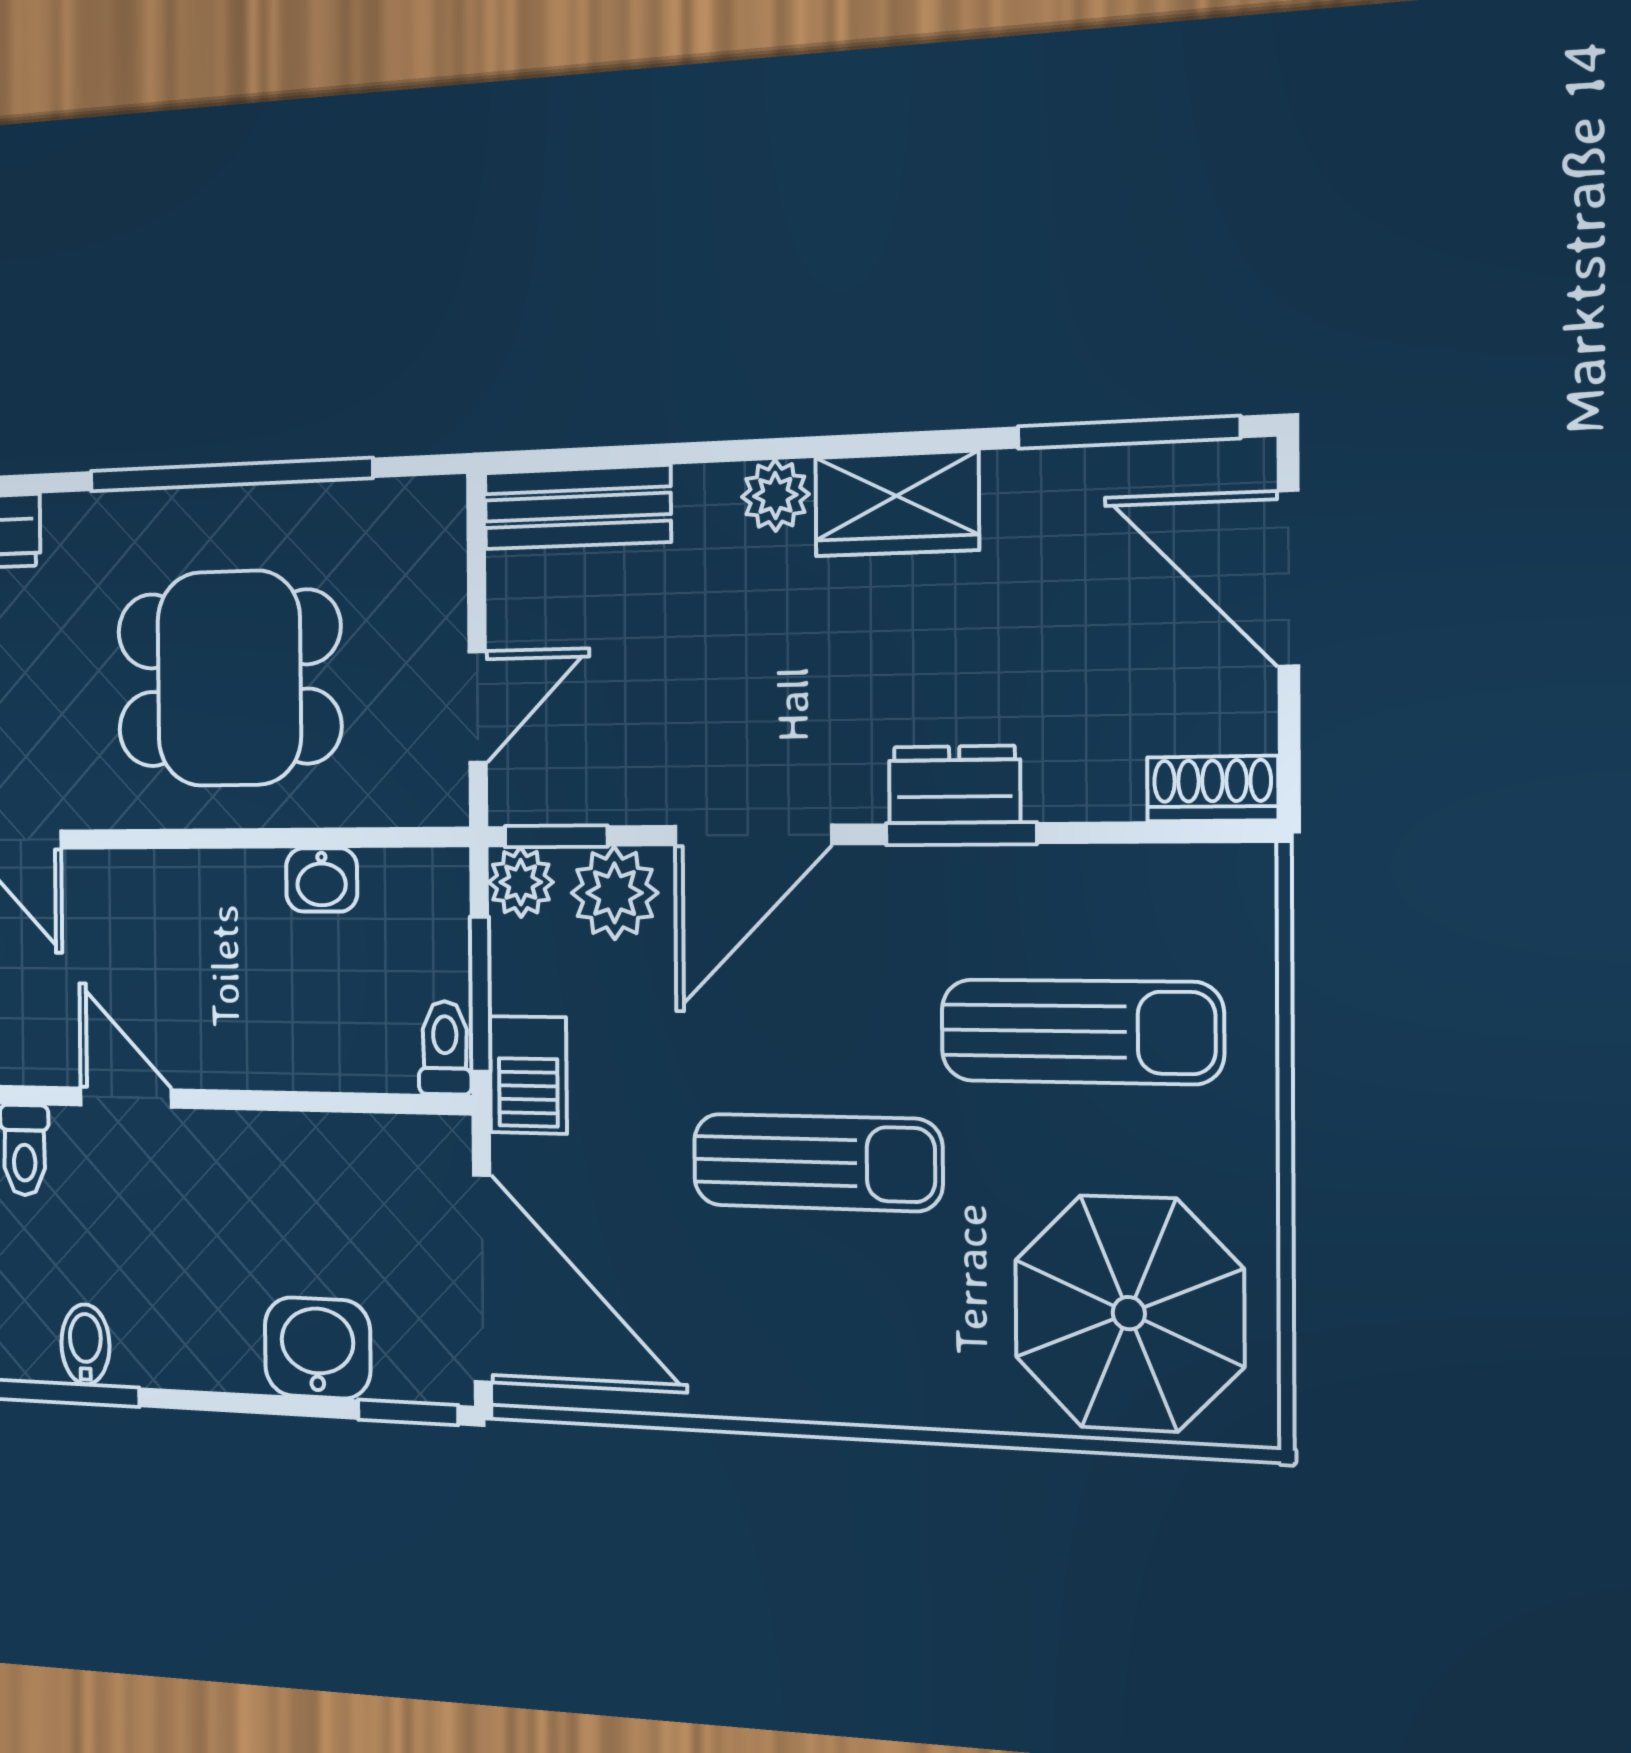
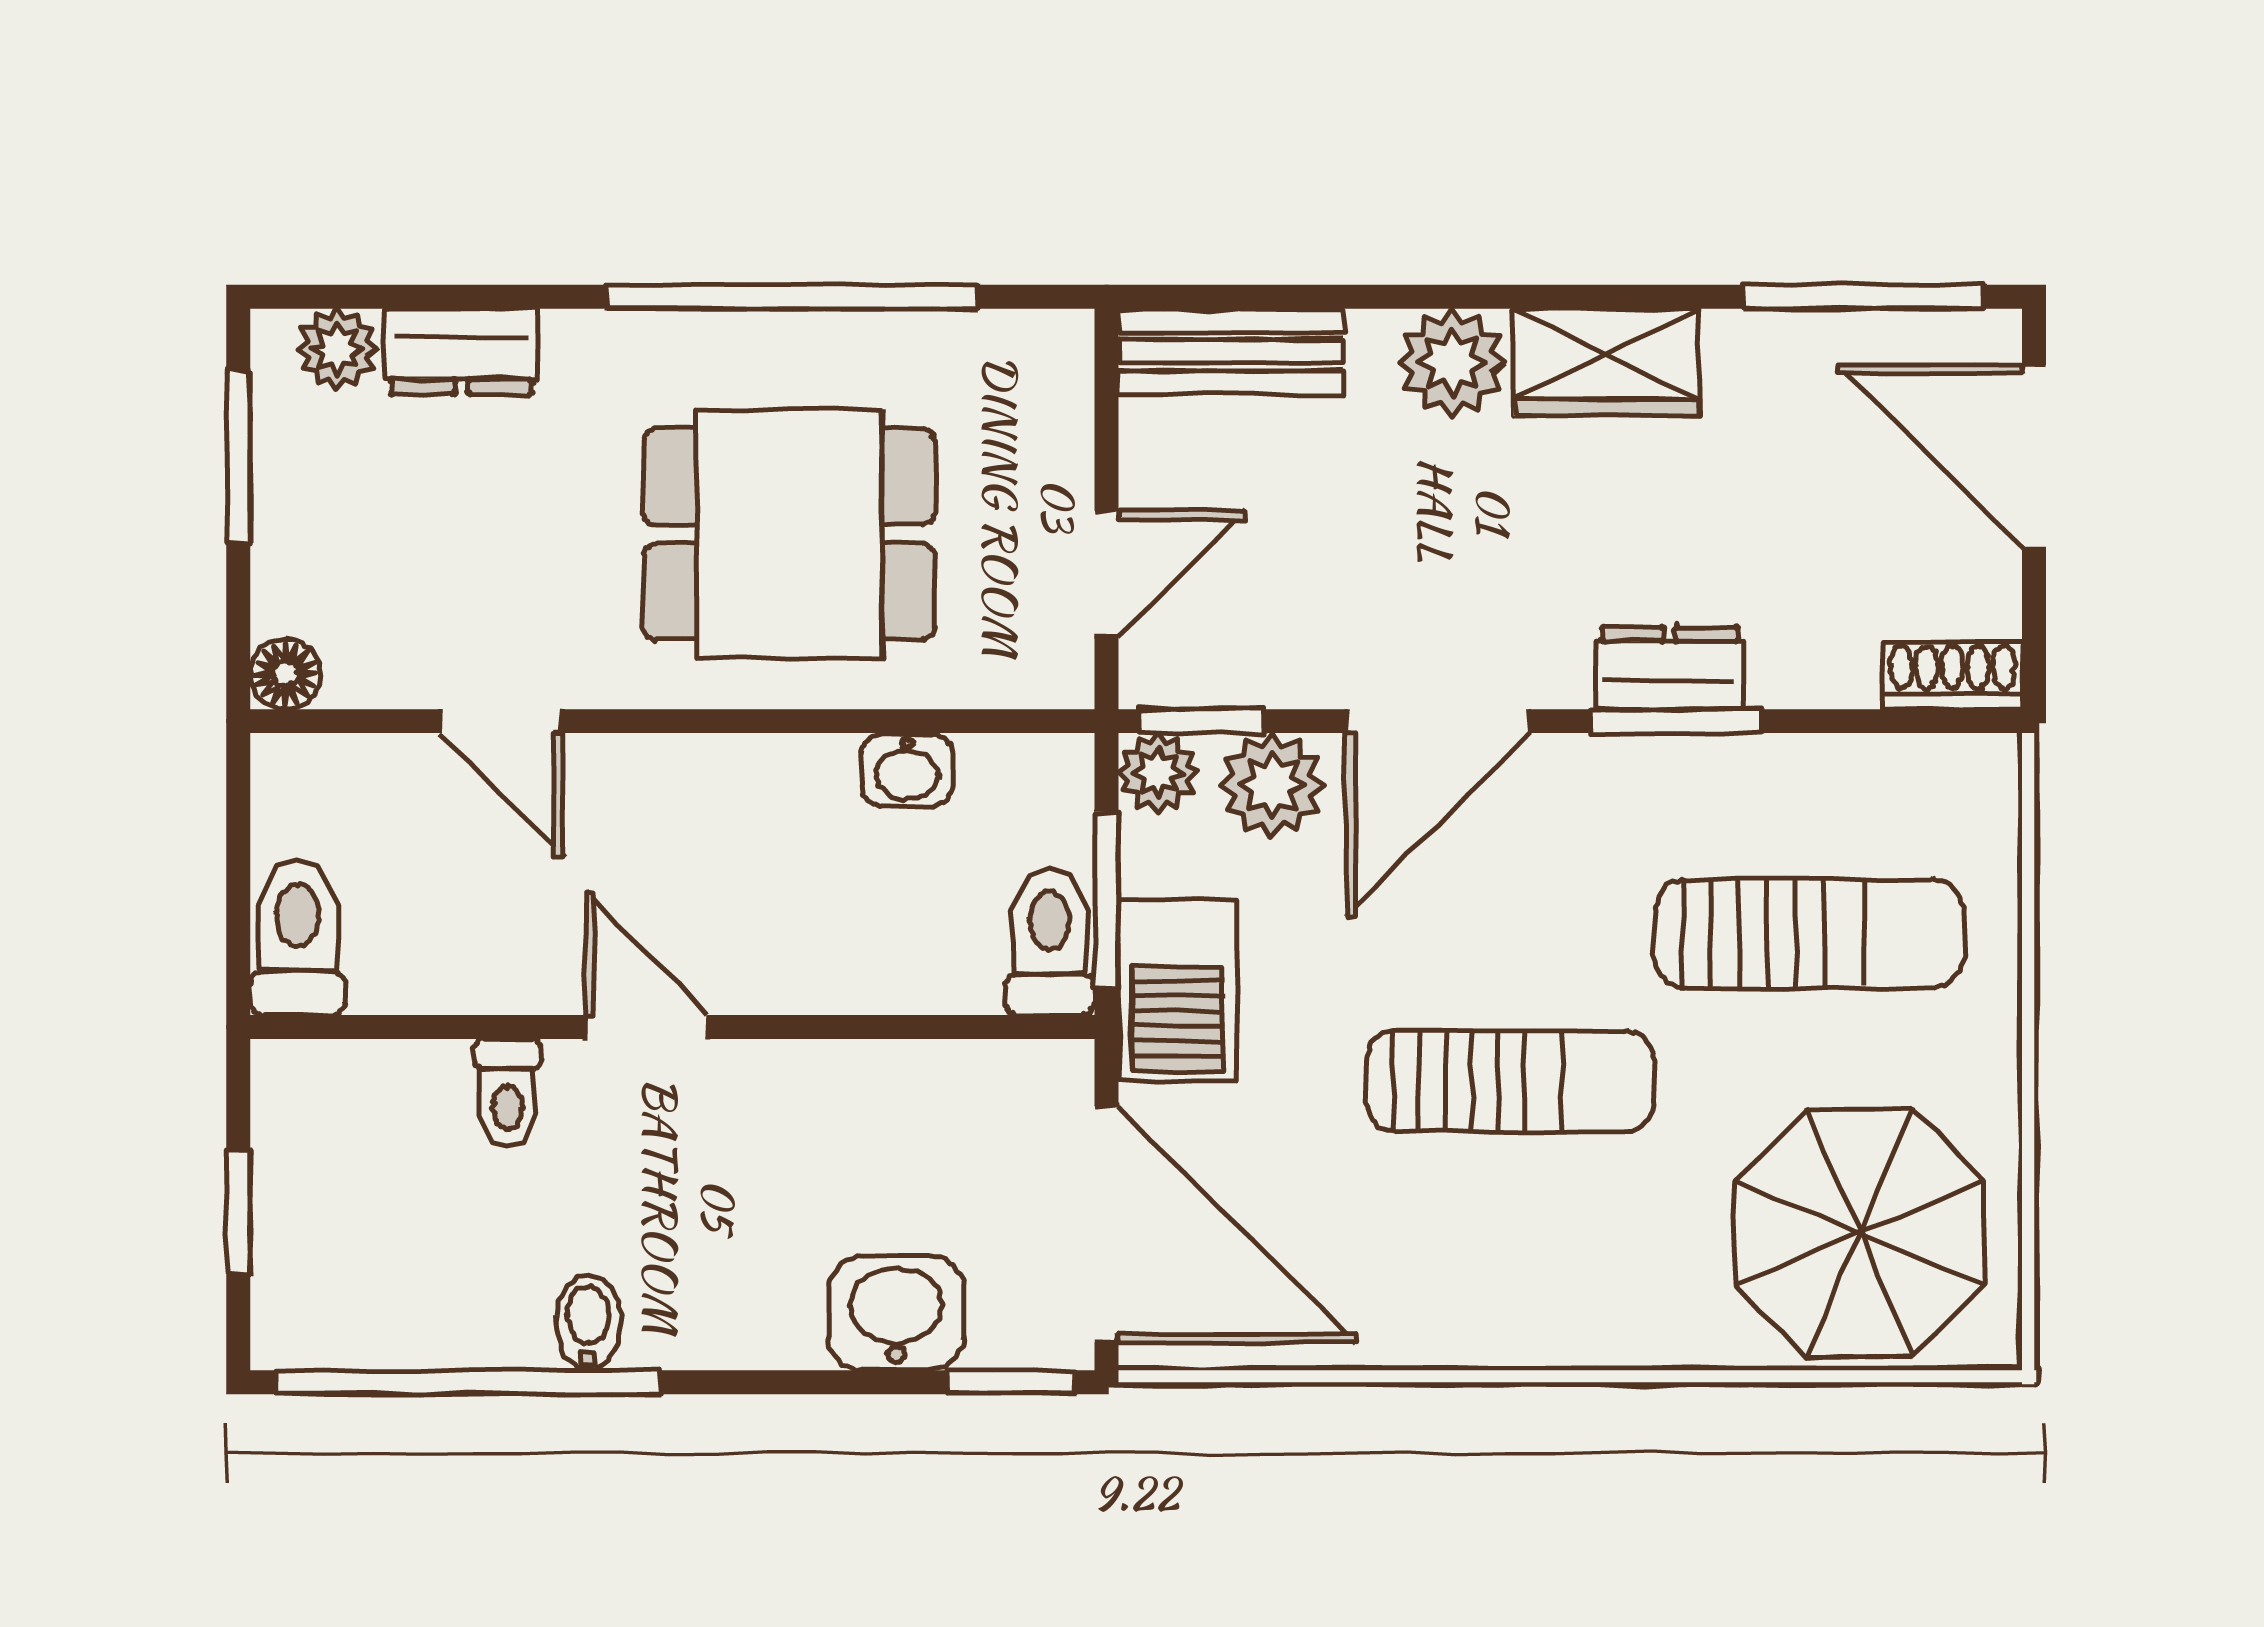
plant: (775, 495) -> (1452, 363), width x1.38, depth x1.38
toilet: (445, 1048) -> (1050, 941), width x1.37, depth x1.39
barbecue: (528, 1075) -> (1178, 991), width x1.38, depth x1.27

